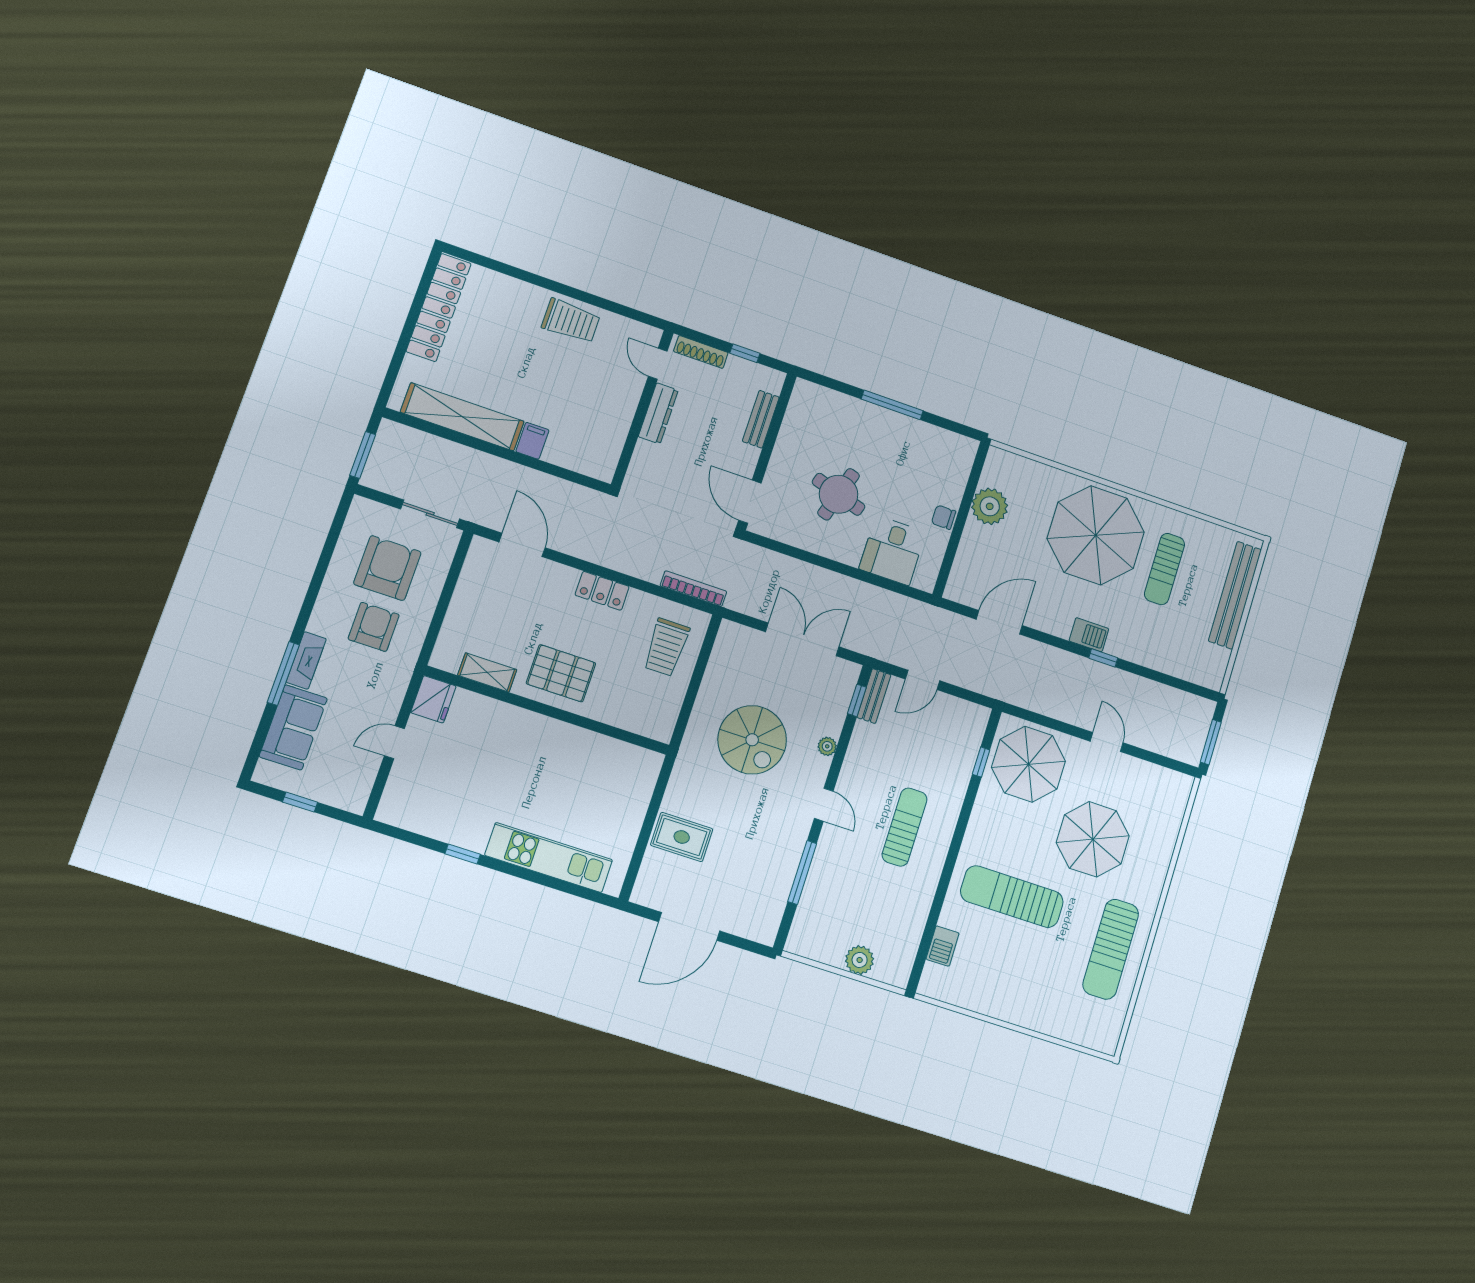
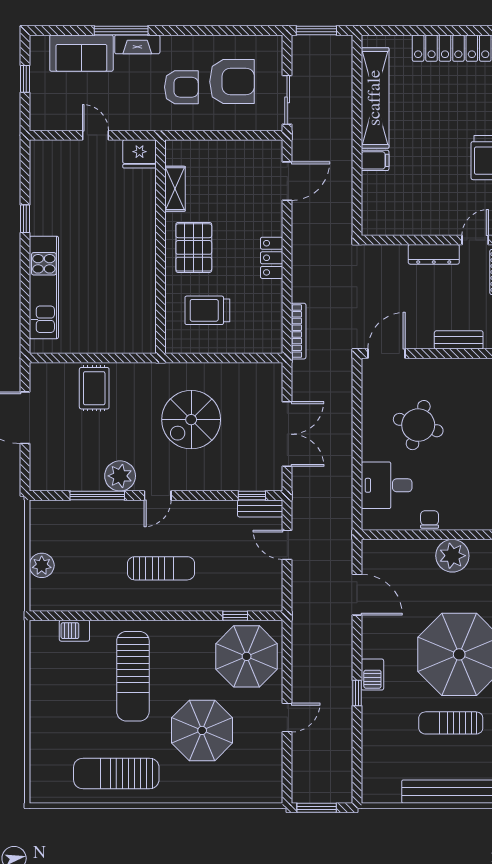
trolley: (666, 647) -> (207, 310), moved
plant: (827, 746) -> (120, 476), moved, width x1.88, depth x1.88
sun lounger: (1012, 897) -> (133, 676), turned 180

